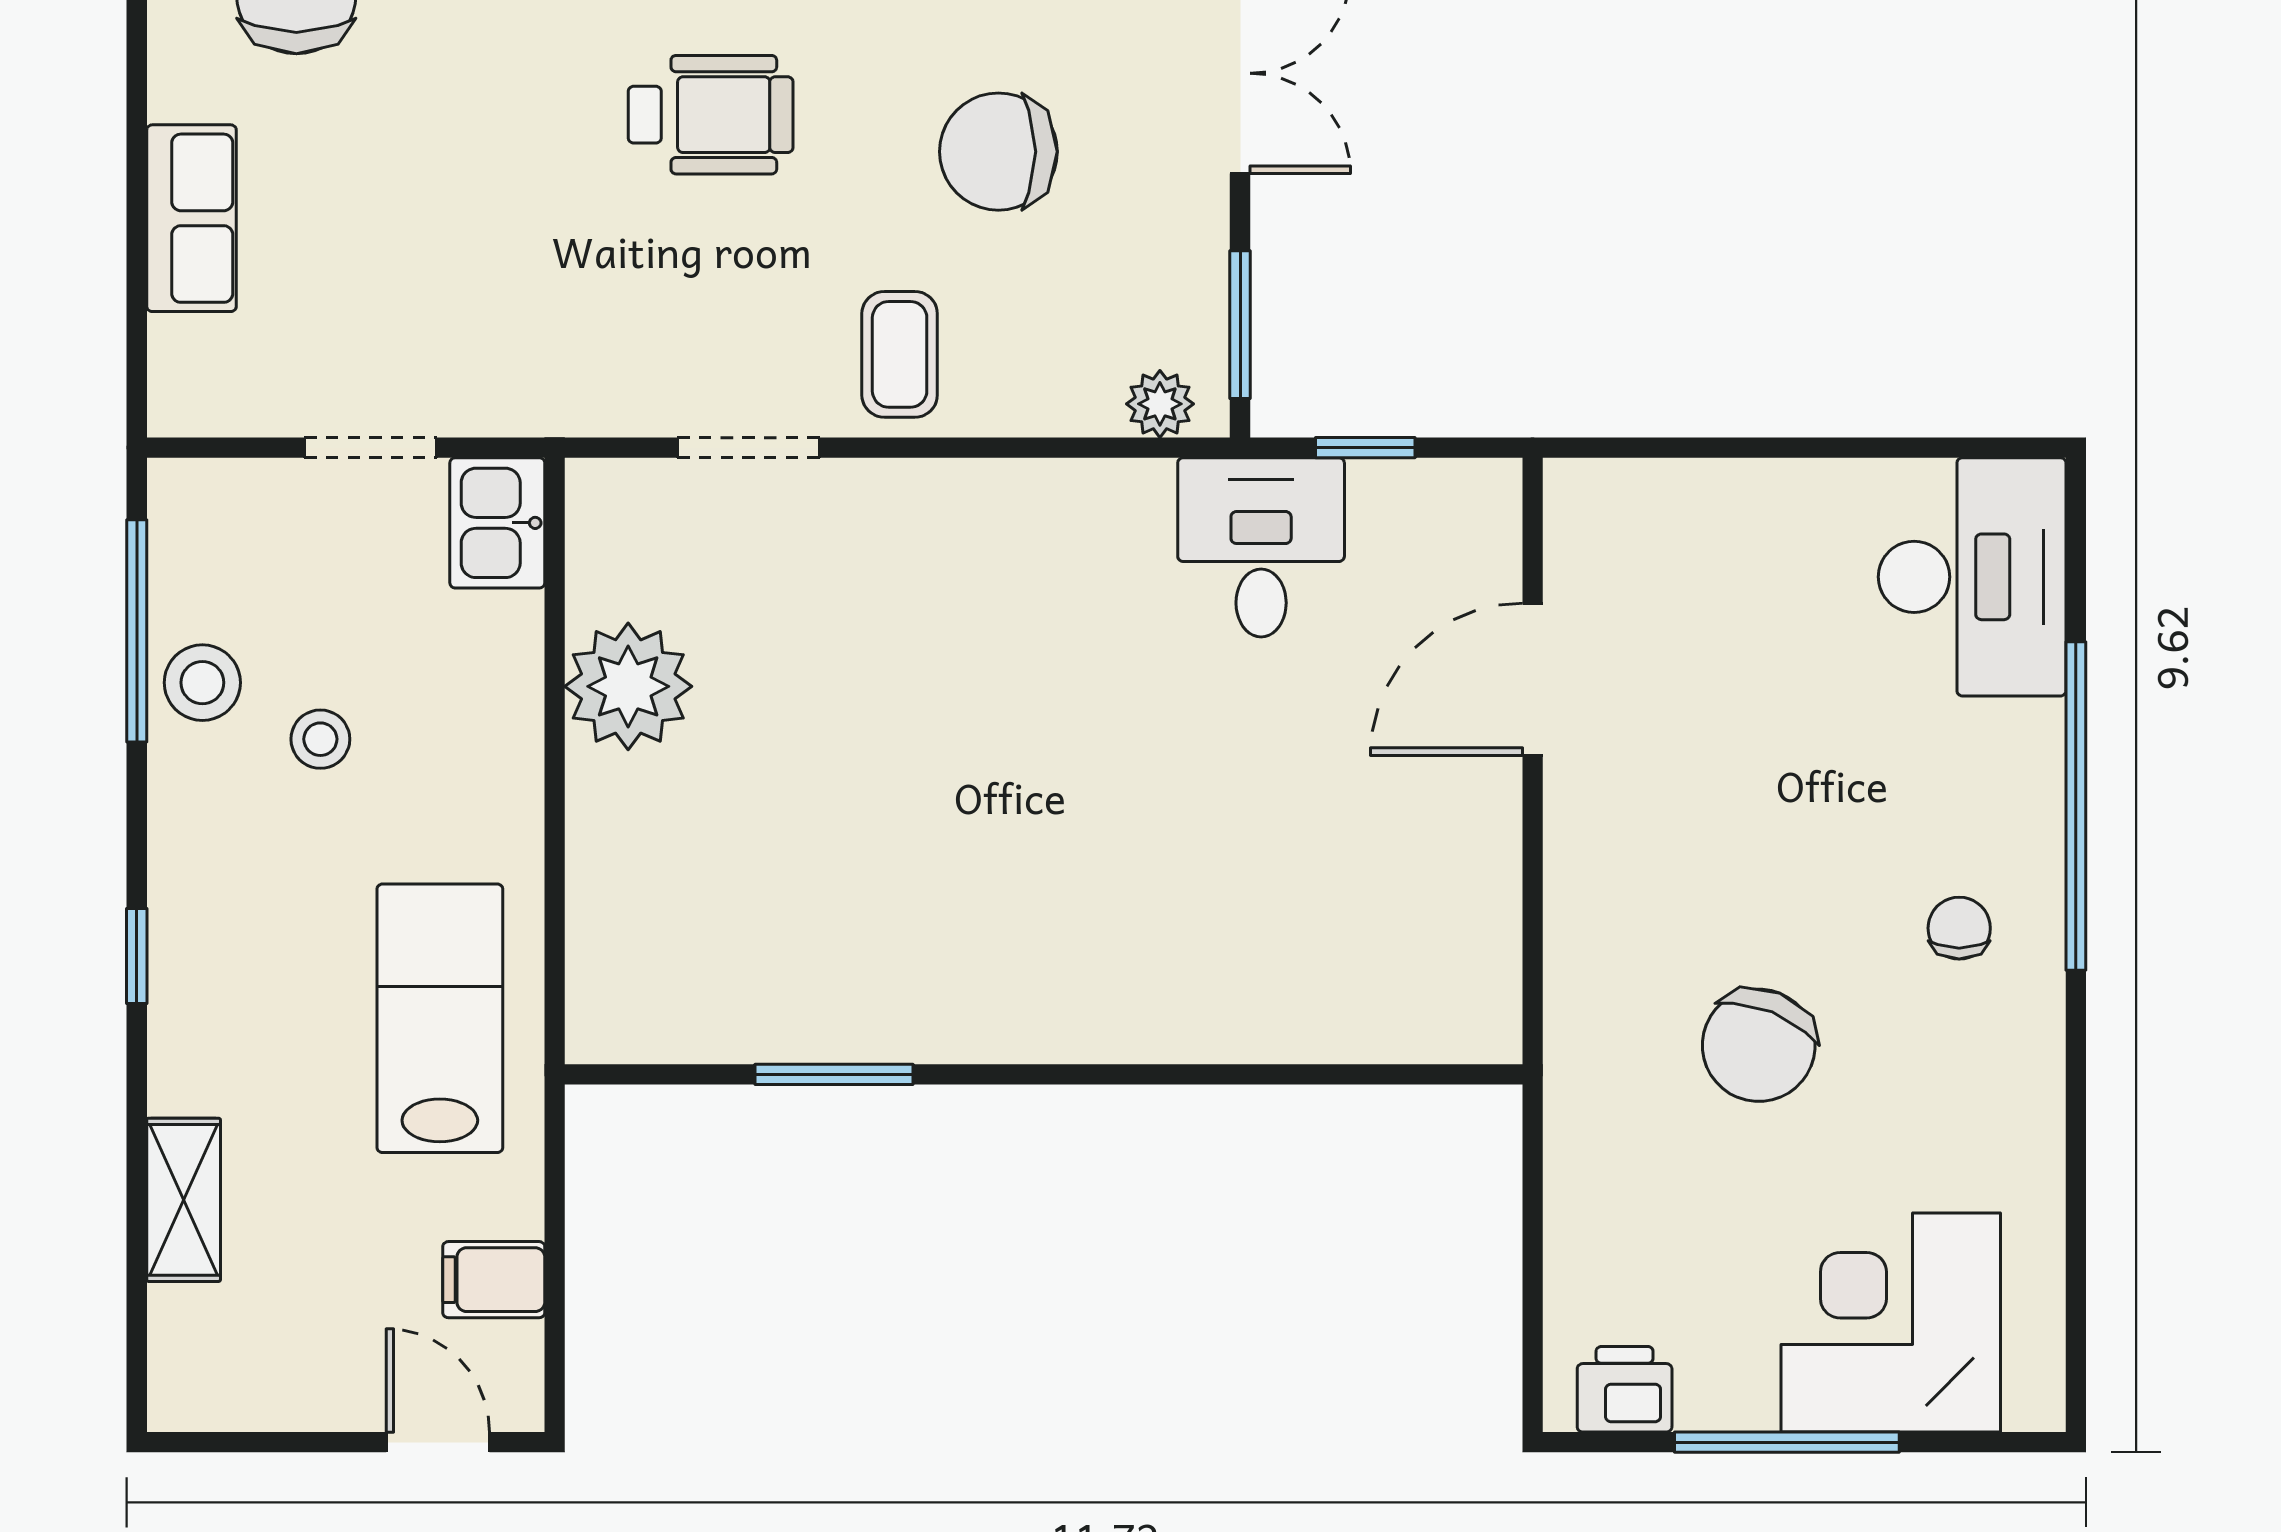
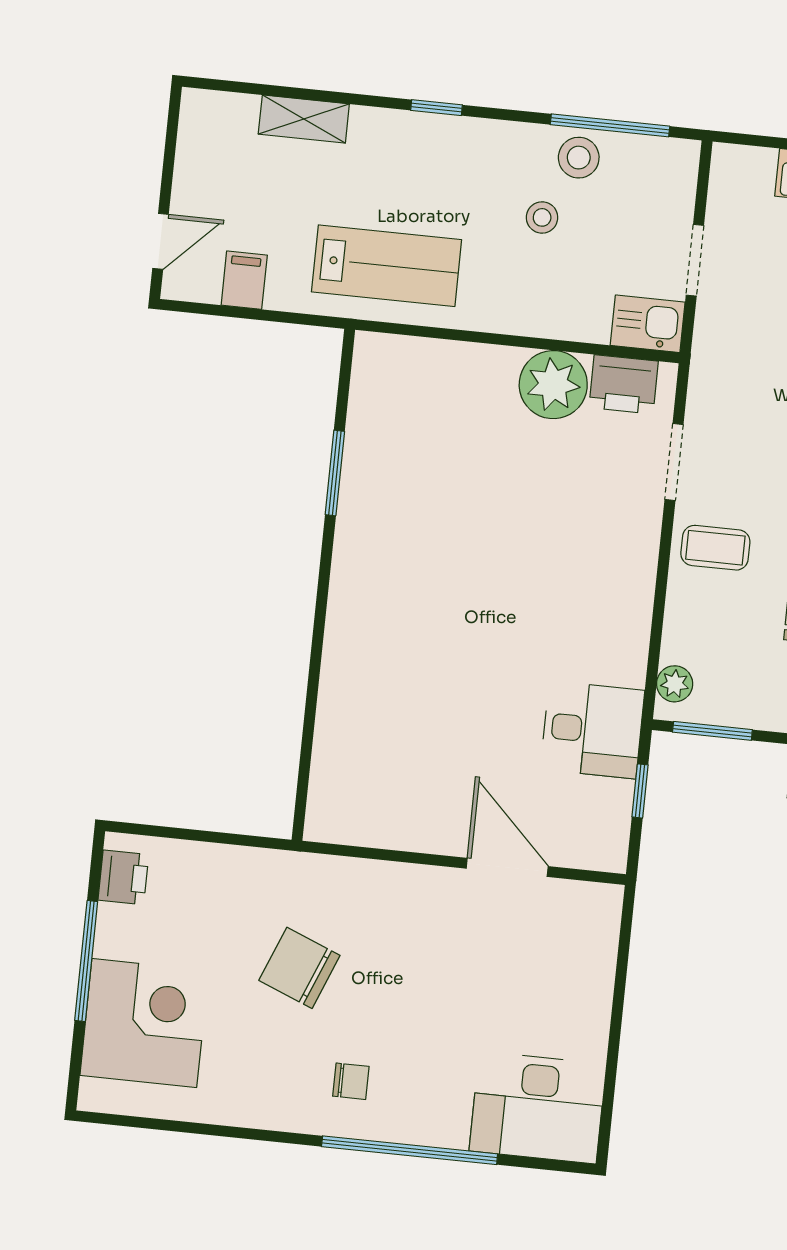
printer: (614, 556) -> (624, 384), added

